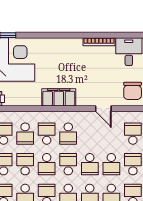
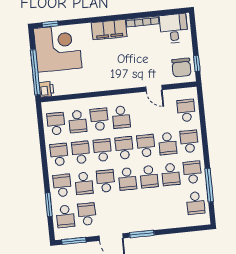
filing cabinet: (59, 97) -> (109, 30), moved, turned 180
school desk: (47, 164) -> (102, 150), turned 180
school desk: (90, 164) -> (146, 146), turned 180

